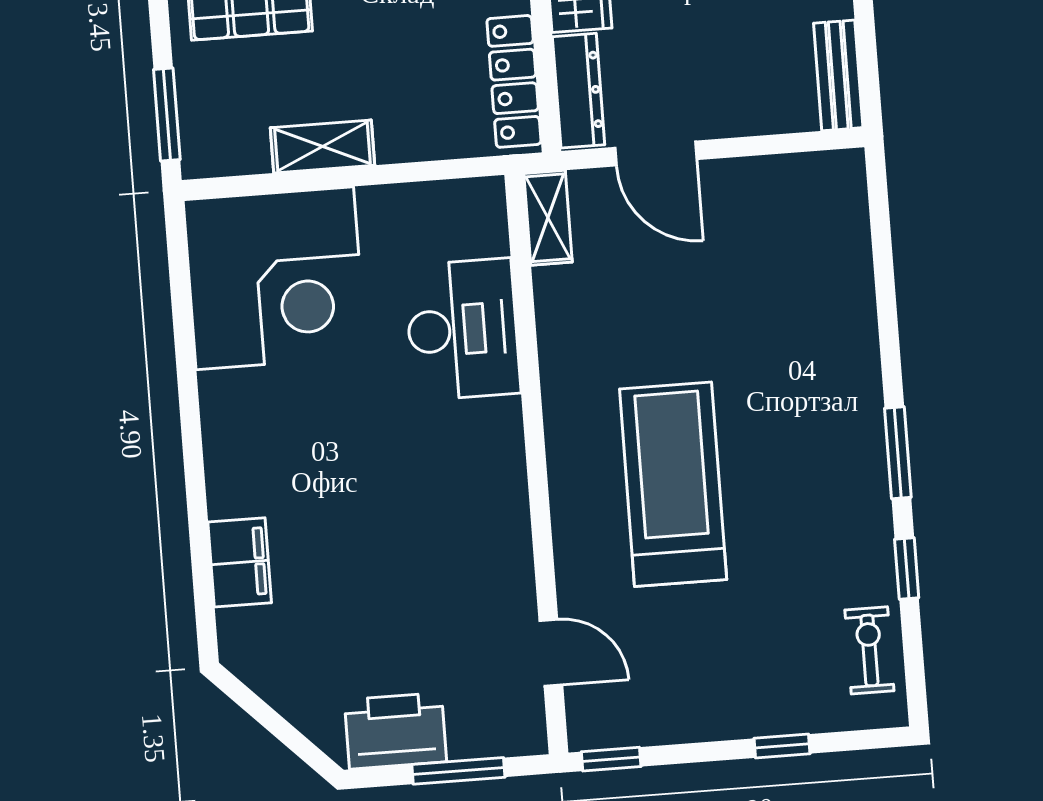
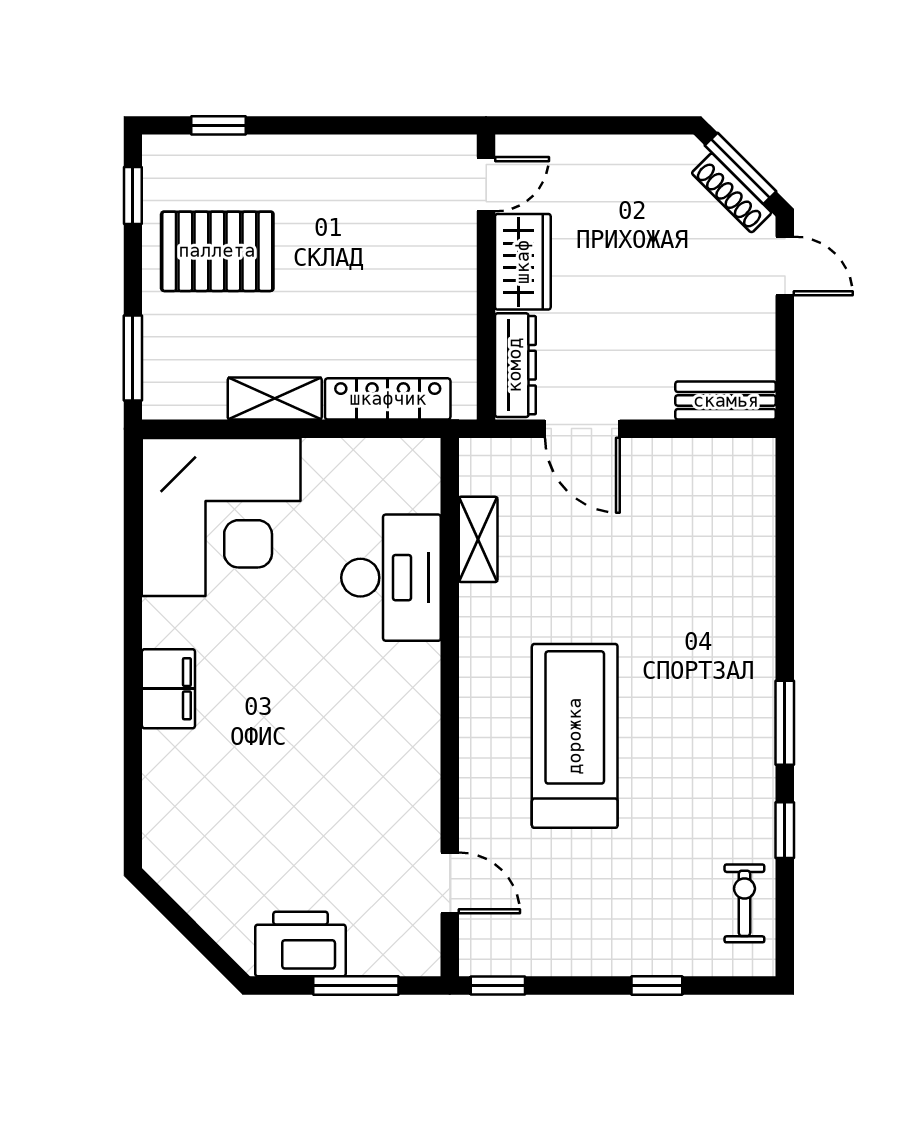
bench: (838, 75) -> (726, 401), moved, turned 90
locker: (514, 81) -> (388, 399), moved, turned 90
shelving: (548, 218) -> (478, 539), moved
filing cabinet: (240, 562) -> (168, 689), moved

